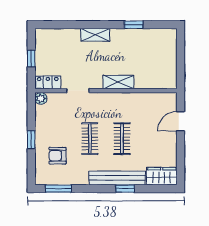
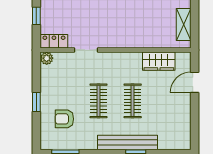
shelving: (118, 82) -> (184, 25), moved, turned 90
wardrobe: (162, 176) -> (159, 61), moved, turned 180

